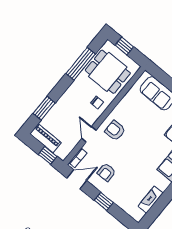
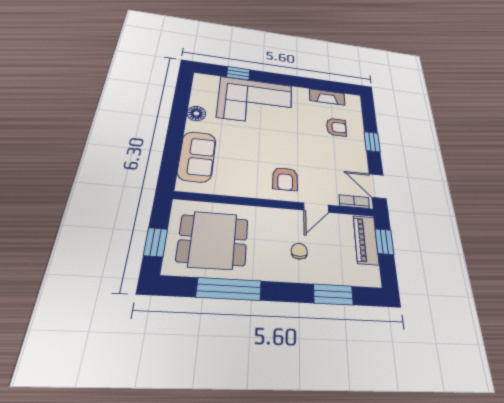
dining table: (108, 72) -> (213, 240), turned 90
chair: (97, 102) -> (299, 251), moved
piano: (45, 138) -> (366, 240), moved
armchair: (106, 172) -> (336, 127), moved

